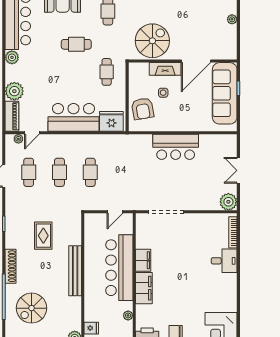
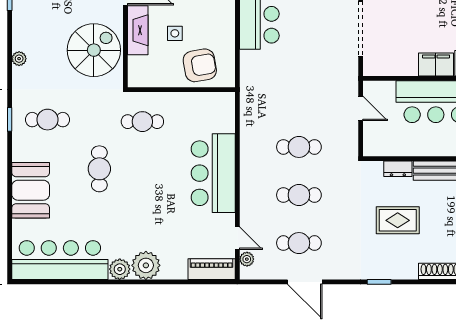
spiral stairs: (152, 41) -> (94, 50), turned 90
plant: (14, 91) -> (146, 265), moved
fridge: (111, 121) -> (220, 114), removed
dresser: (76, 236) -> (398, 169), added

